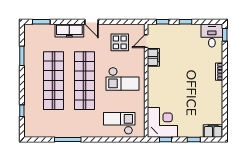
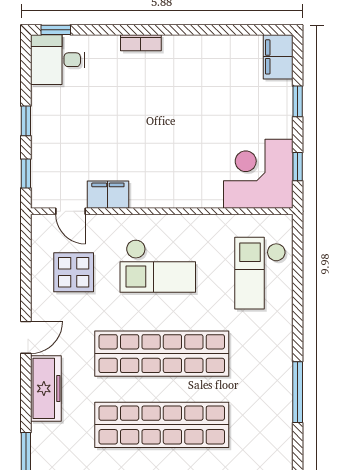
checkout: (122, 79) -> (158, 266), turned 90

